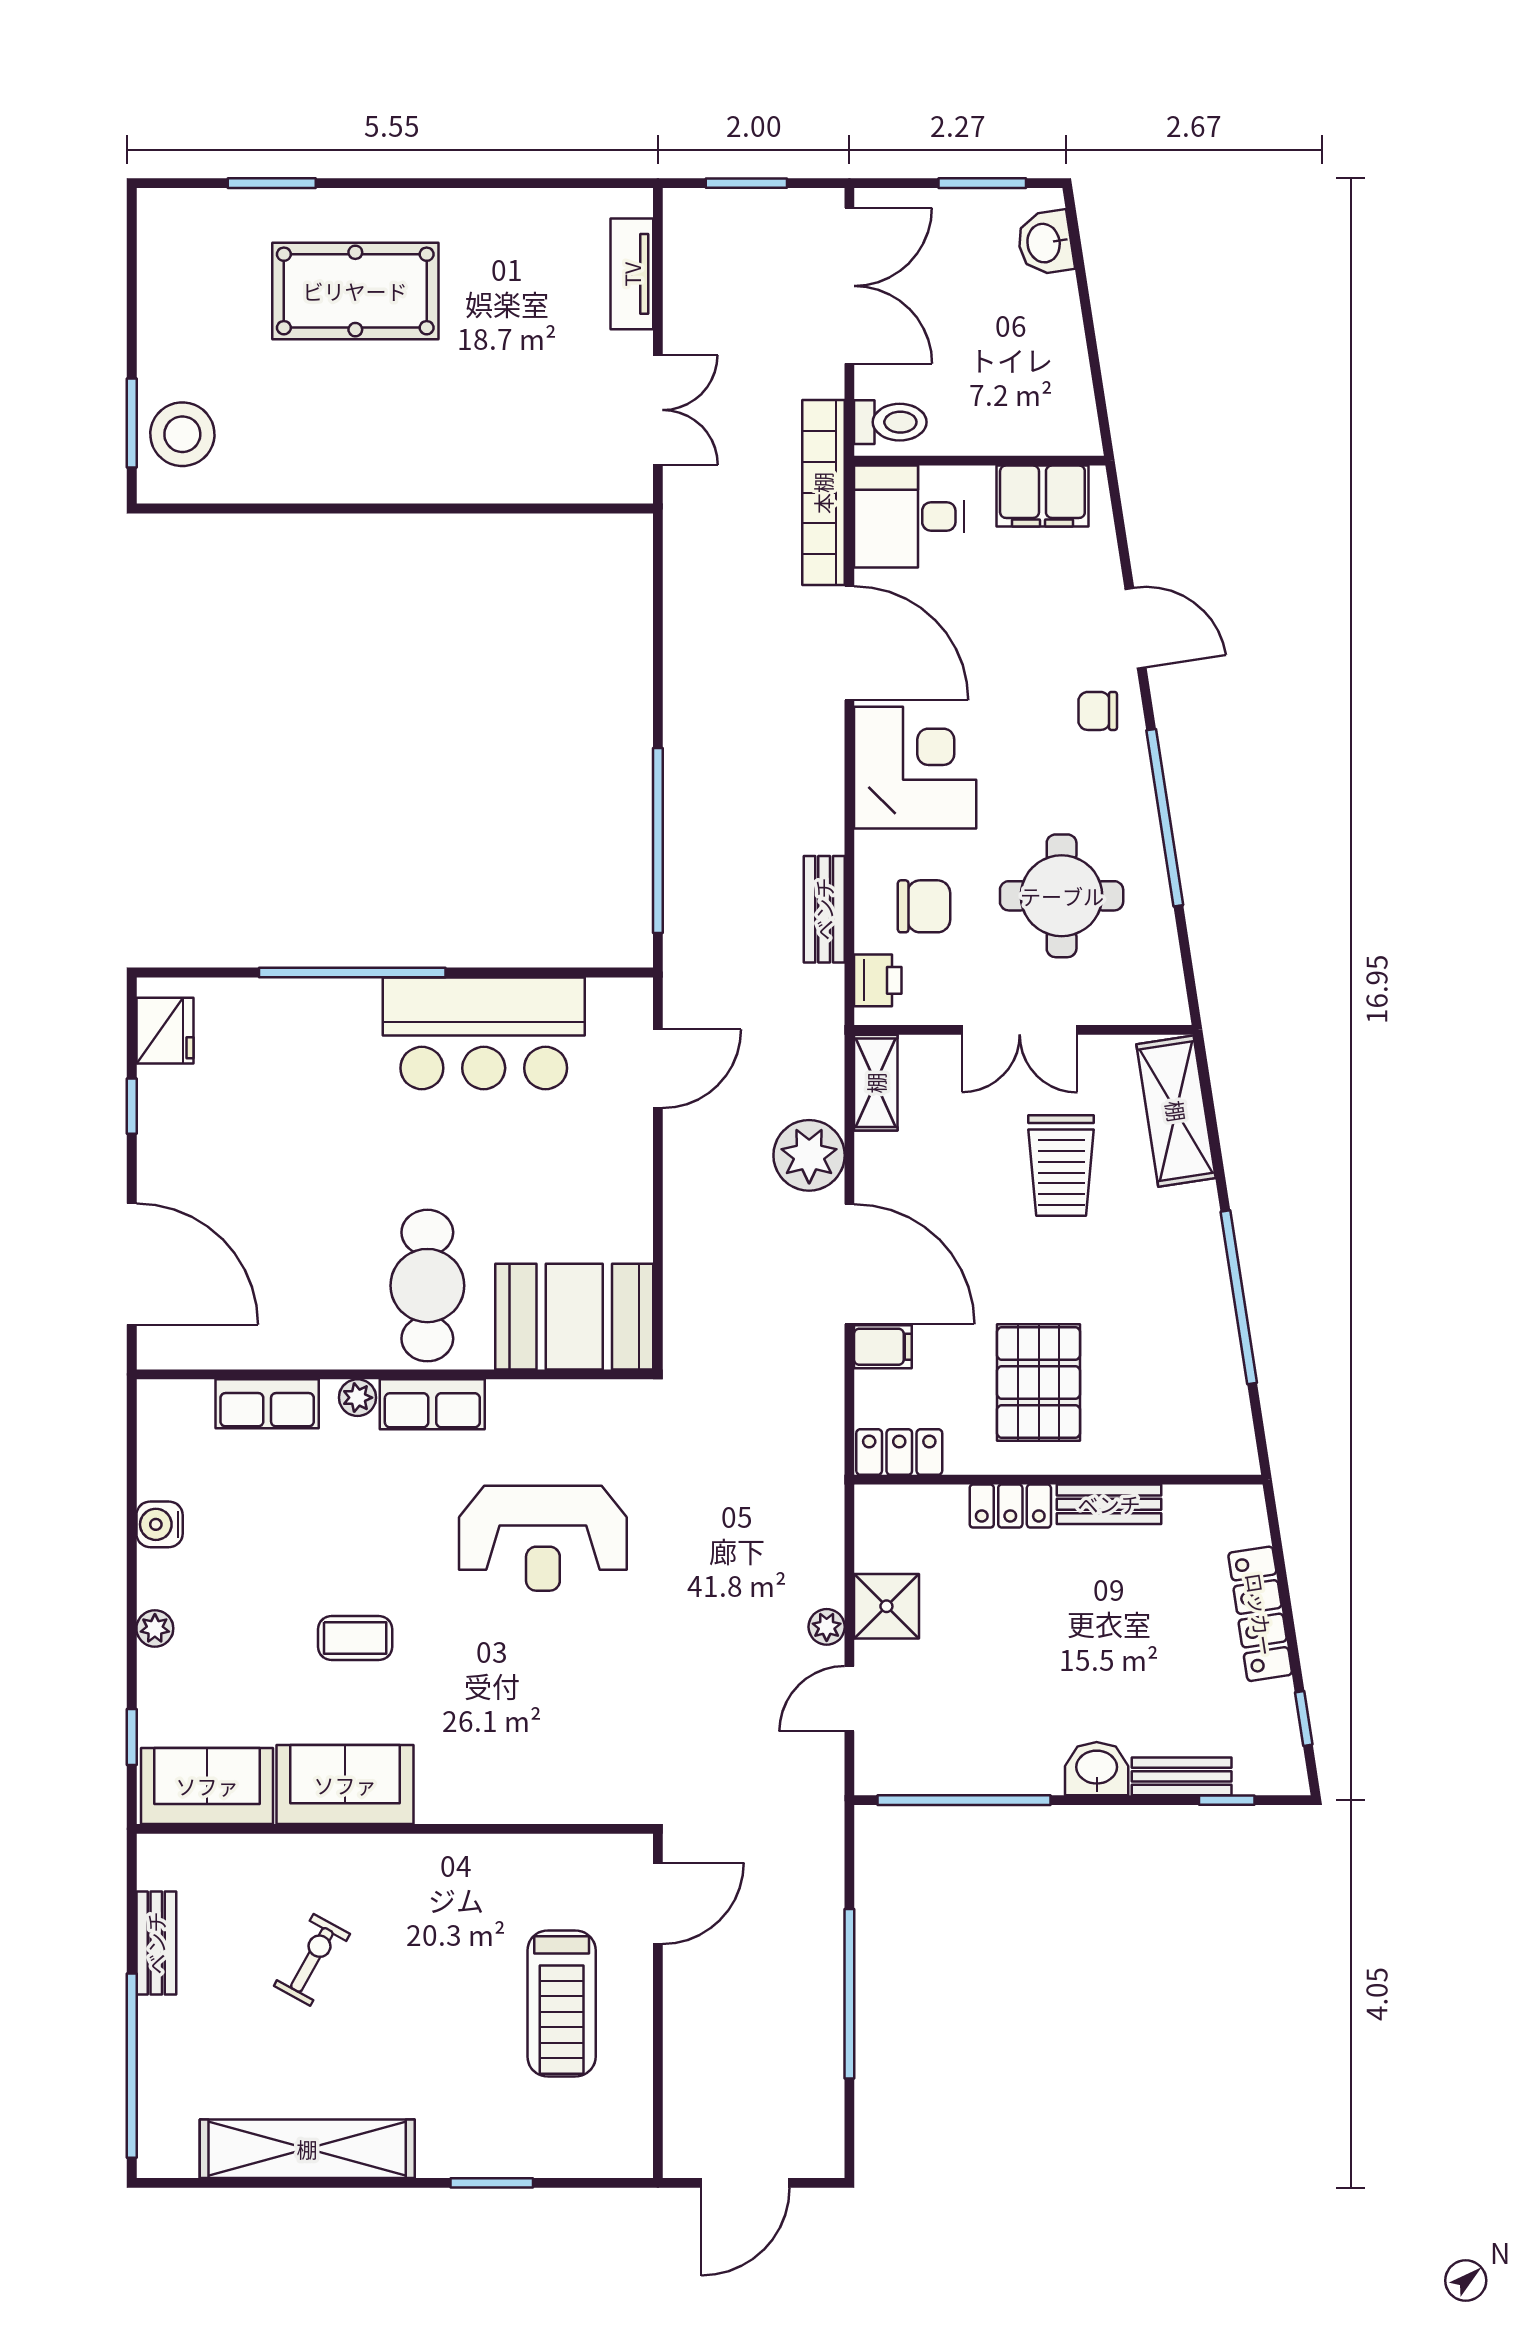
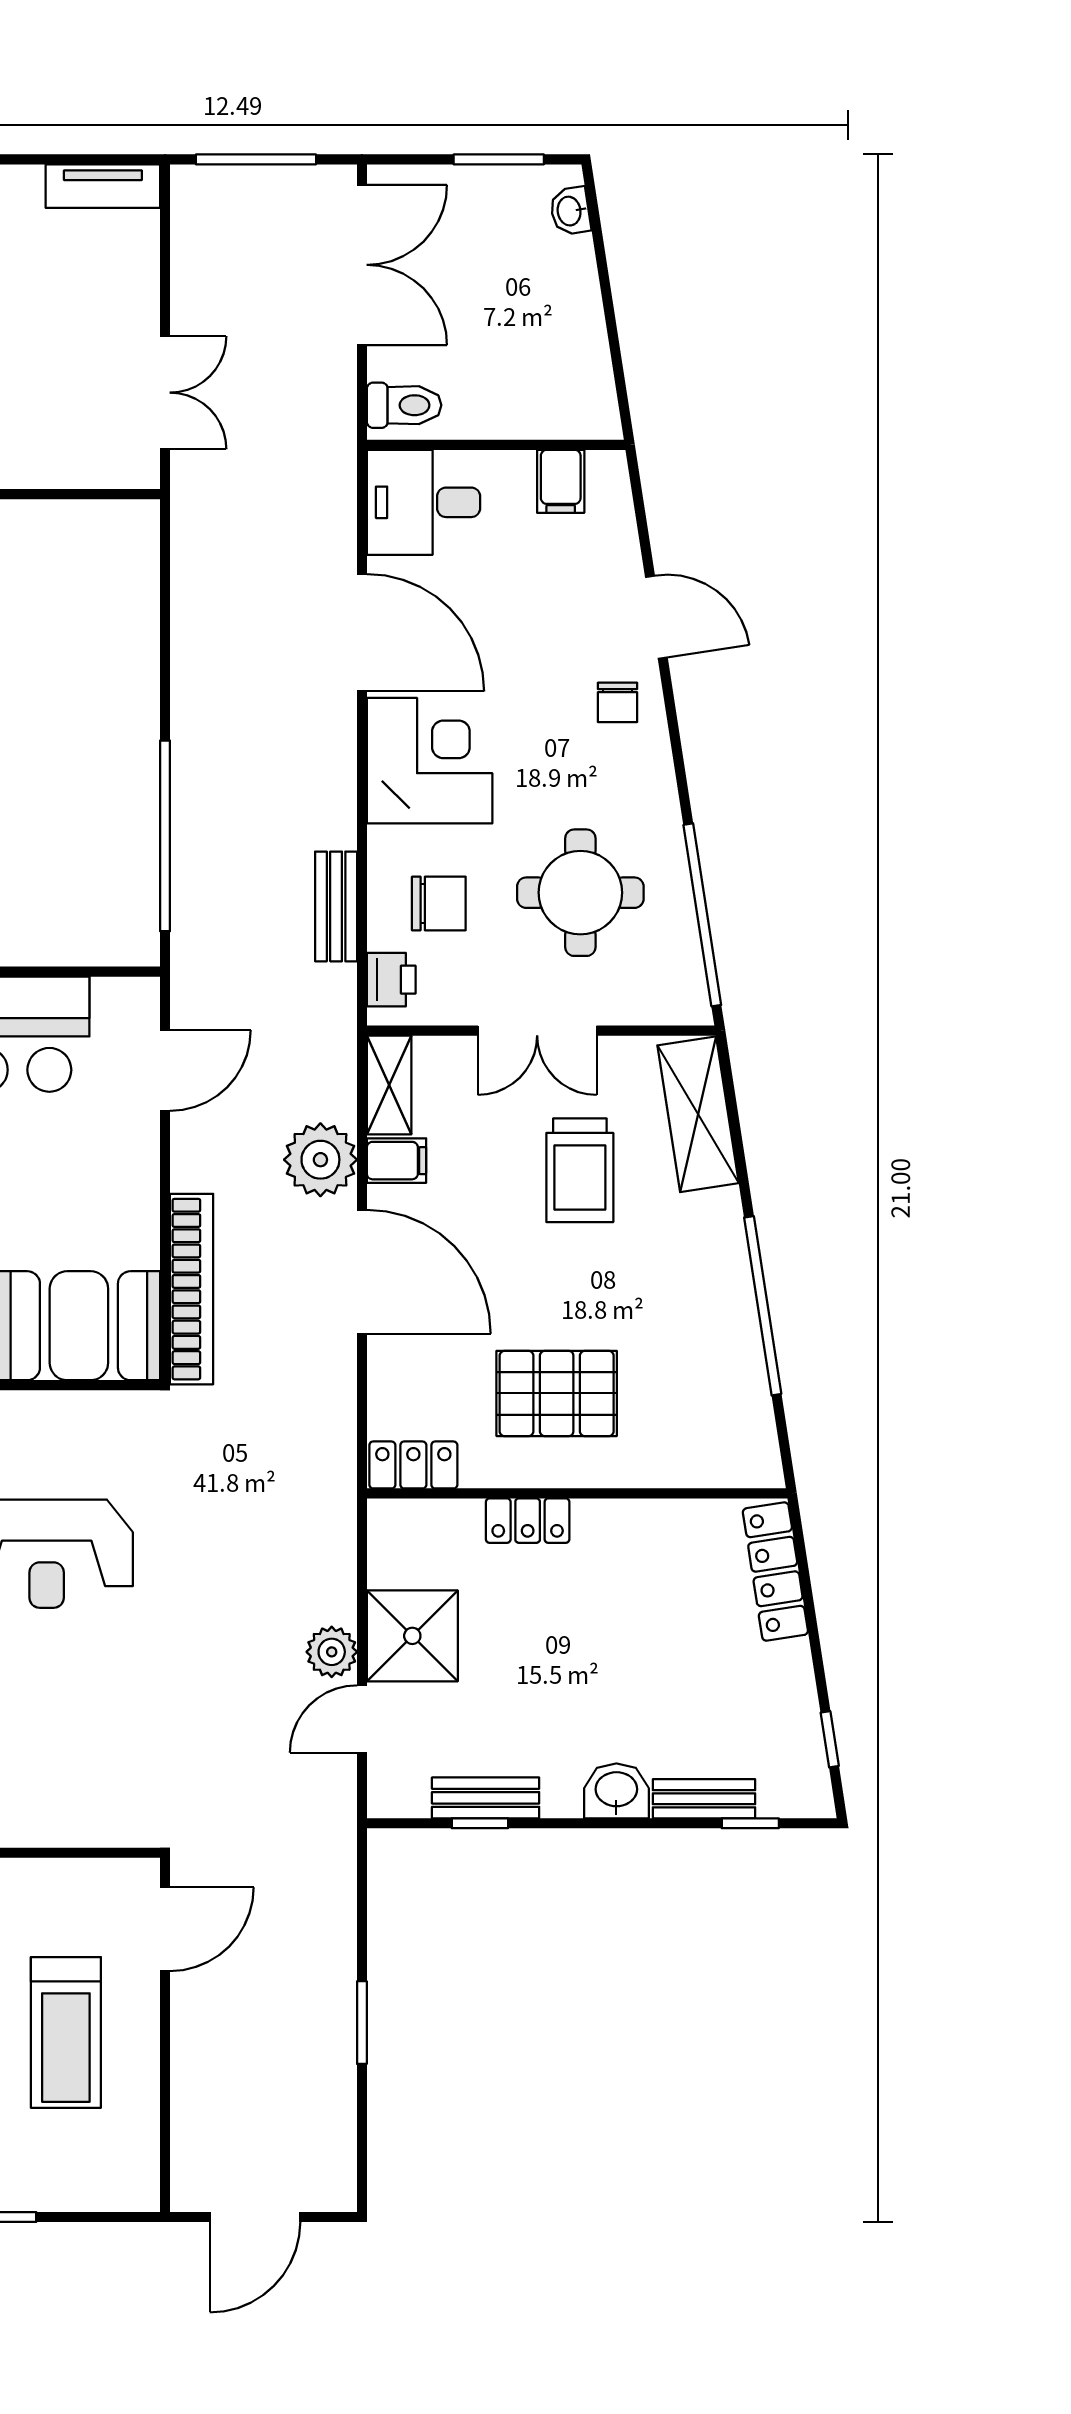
window: (746, 183) -> (256, 159), width x1.44
washbasin: (1045, 243) -> (570, 211), width x0.72, depth x0.69
tv unit: (632, 274) -> (103, 186), moved, turned -90
bookcase: (823, 493) -> (192, 1289), moved, turned 180
filing cabinet: (1042, 496) -> (561, 481), width x0.50
chair: (1098, 711) -> (617, 702), turned -90
window: (1165, 818) -> (702, 915), moved
filing cabinet: (883, 1347) -> (397, 1161), moved
pallet: (1039, 1382) -> (557, 1393), turned 90
bench: (1109, 1504) -> (486, 1798), moved
shower: (886, 1606) -> (412, 1636), width x1.36, depth x1.36
locker: (1260, 1614) -> (775, 1572), moved
plant: (827, 1627) -> (332, 1652), width x1.38, depth x1.38
window: (964, 1800) -> (480, 1823), width x0.32
window: (849, 1994) -> (362, 2023), width x0.47

